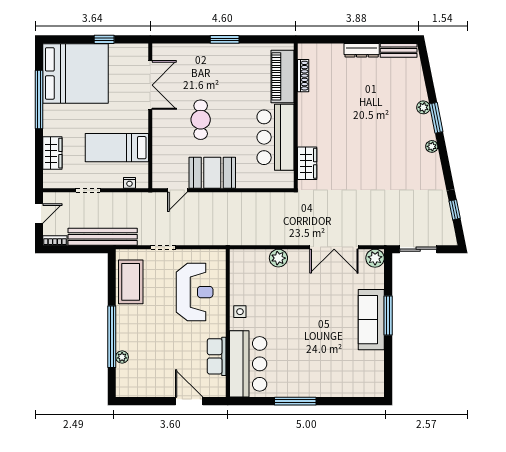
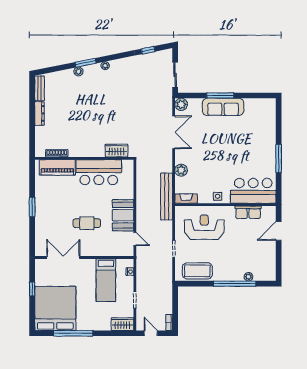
wardrobe: (52, 153) -> (122, 324), moved
bench: (103, 237) -> (167, 196), moved
fireplace: (237, 265) -> (186, 199), added

